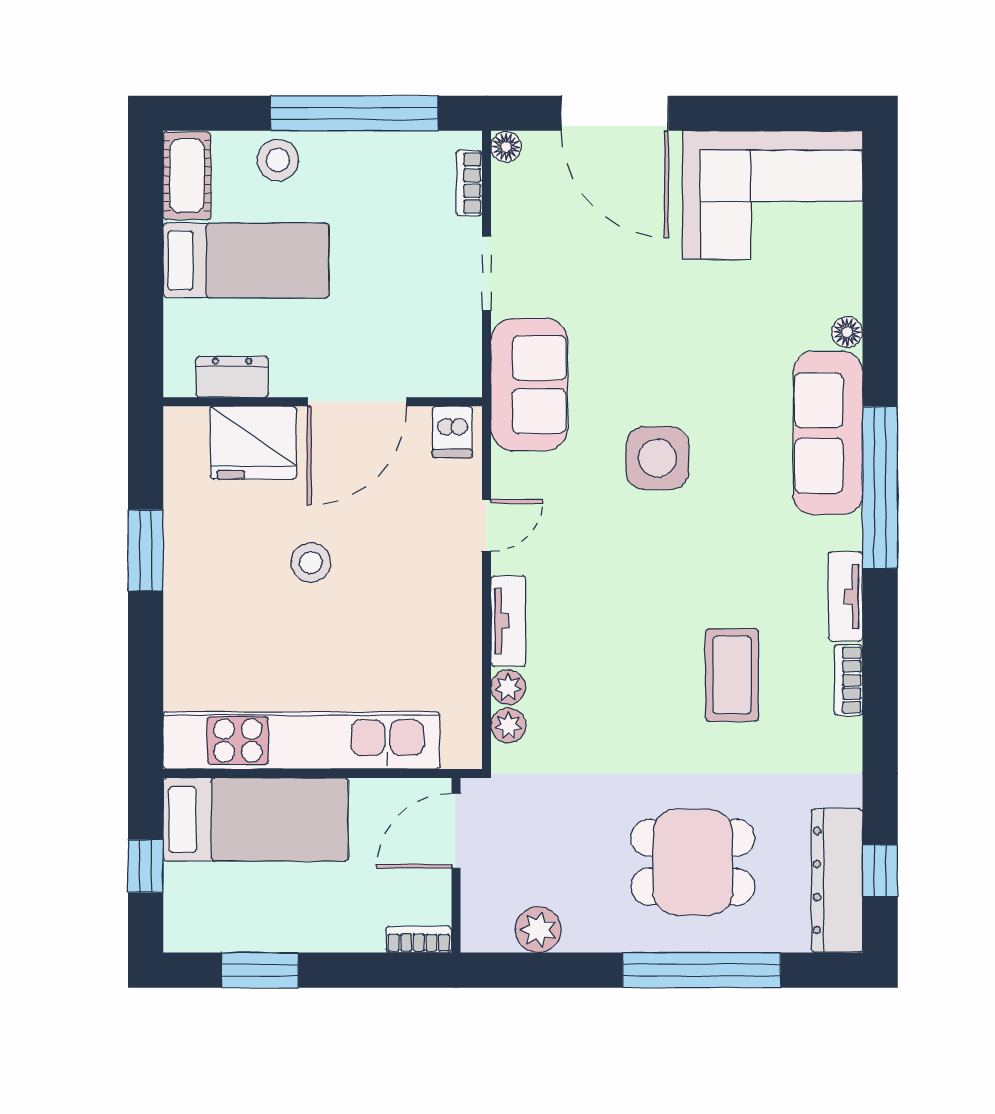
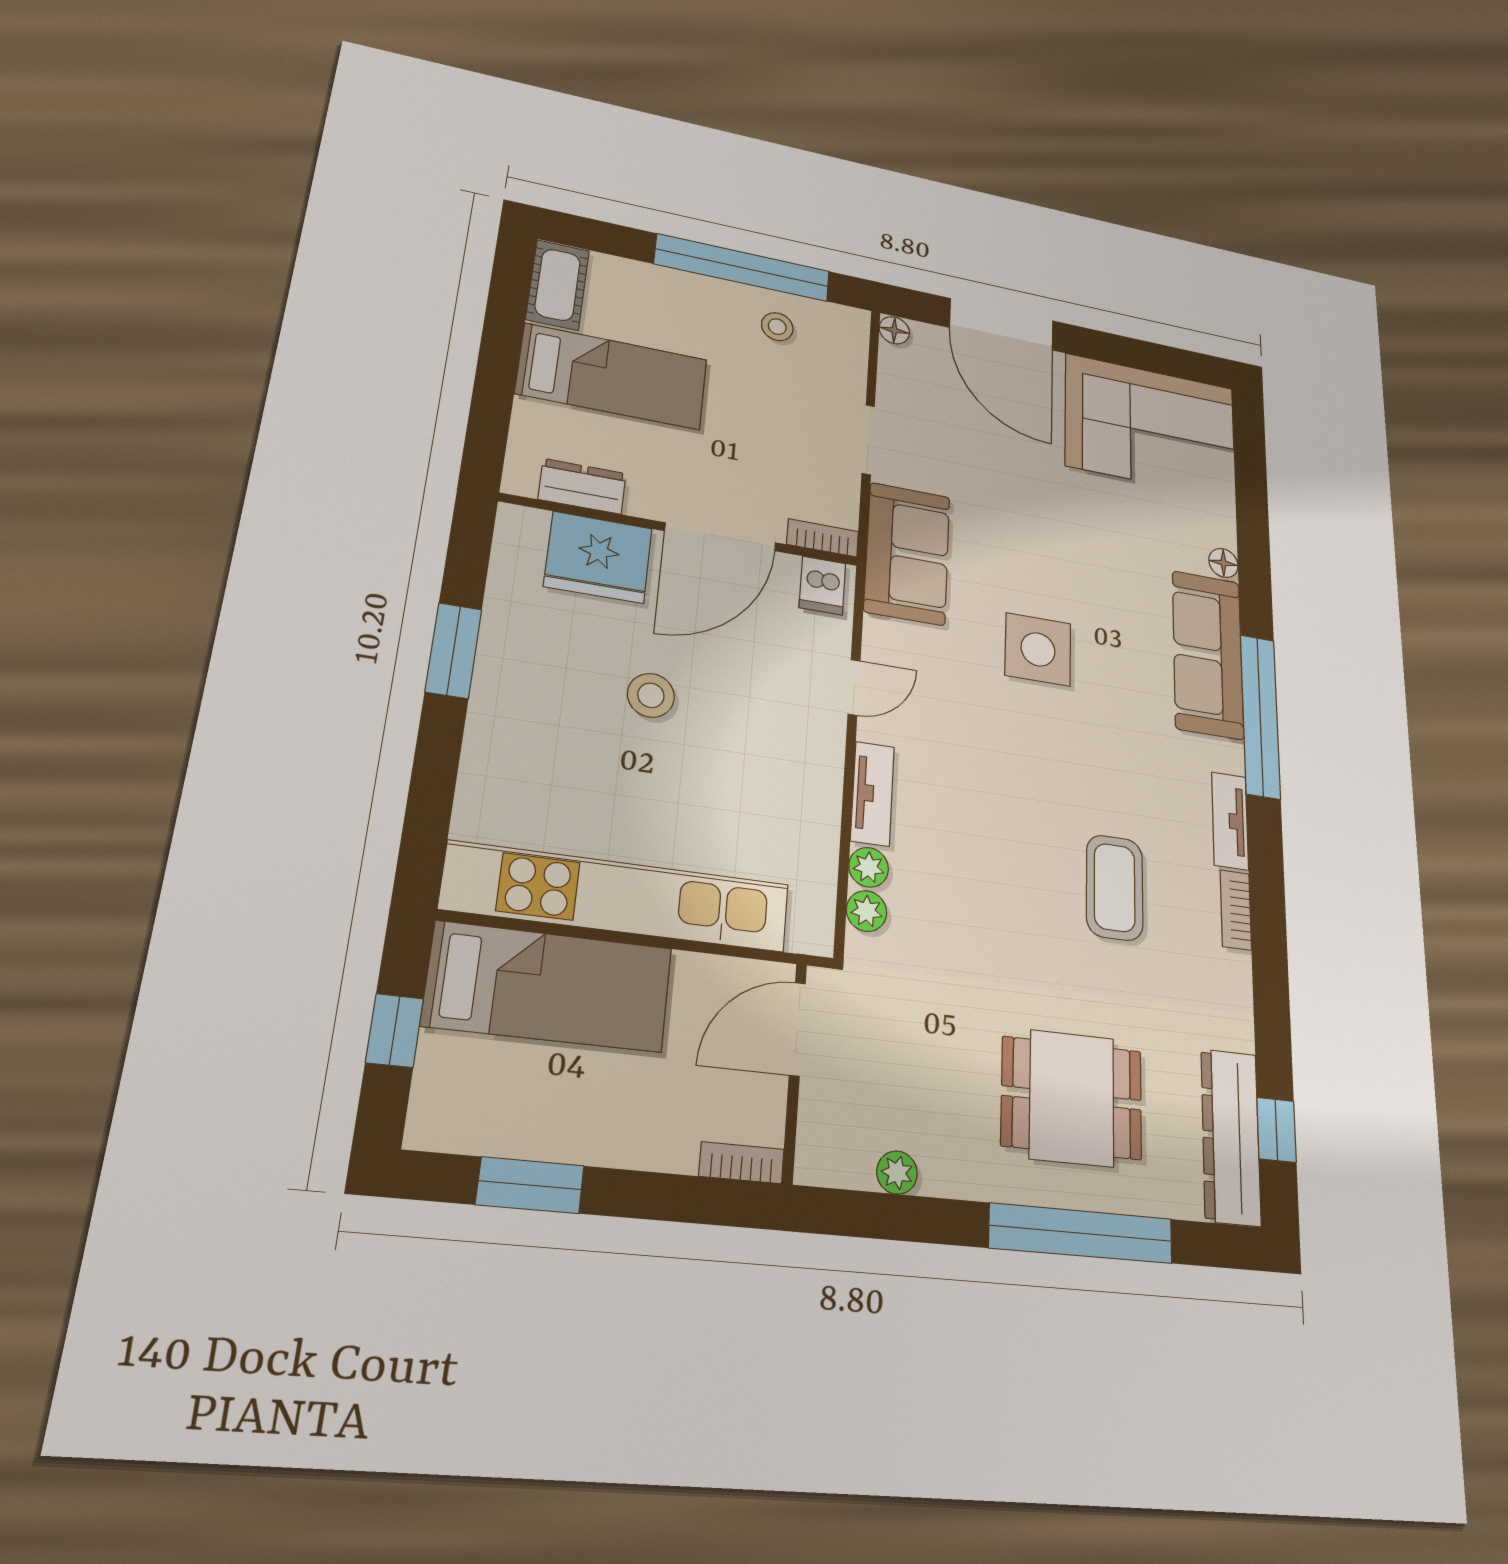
stool: (278, 160) -> (777, 327), moved, width x0.73, depth x0.73
bookcase: (469, 183) -> (823, 538), moved, turned 90
plant: (538, 930) -> (897, 1173), width x0.73, depth x0.73

